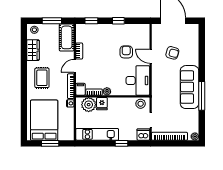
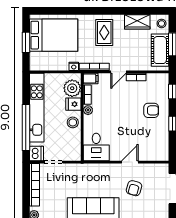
cot: (67, 37) -> (160, 50), moved, turned 90
armchair: (126, 52) -> (151, 110), moved
door: (75, 66) -> (118, 72), swing flipped
rug: (42, 78) -> (104, 33), turned 90
desk: (138, 80) -> (96, 147), width x0.73
stool: (141, 104) -> (73, 122), moved
kitchen unit: (97, 134) -> (37, 108), width x1.36
window: (122, 143) -> (26, 127), width x3.17

